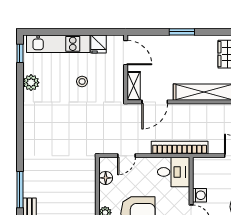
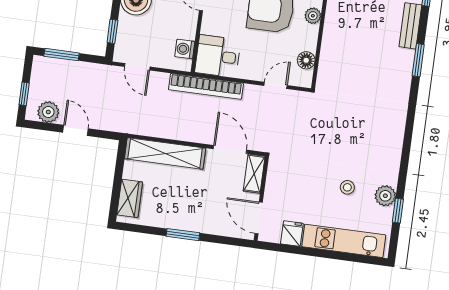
window: (20, 53) -> (398, 211), moved
stool: (82, 81) -> (347, 187), moved
door: (155, 102) -> (230, 149), hinge flipped
window: (20, 190) -> (418, 60), width x0.69
washing machine: (200, 195) -> (185, 49), moved

